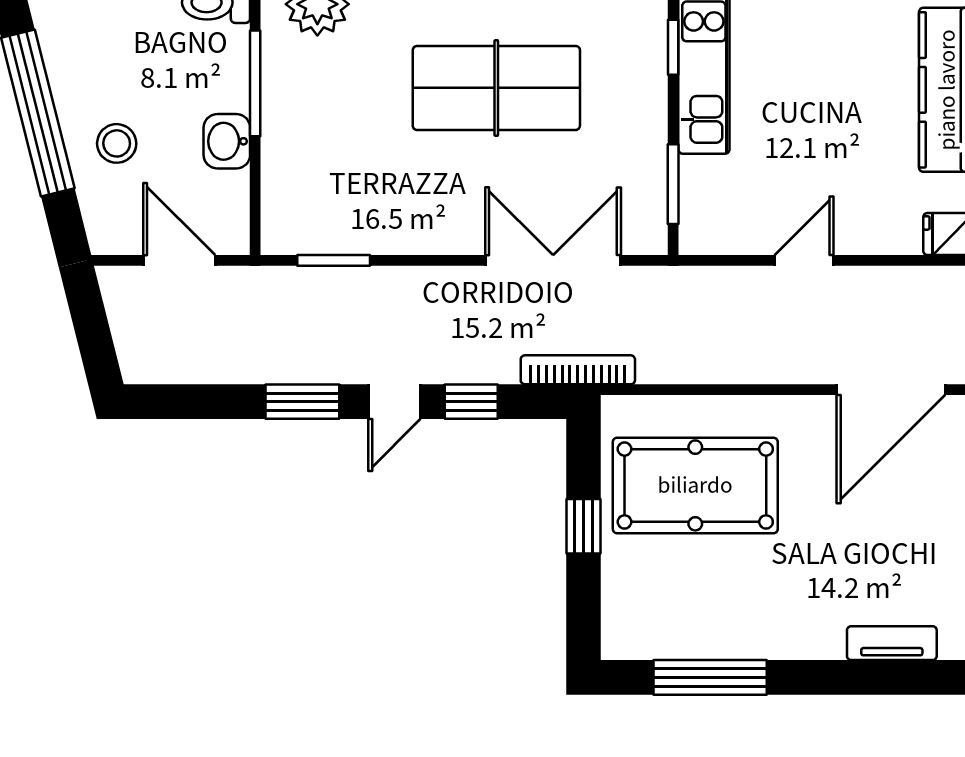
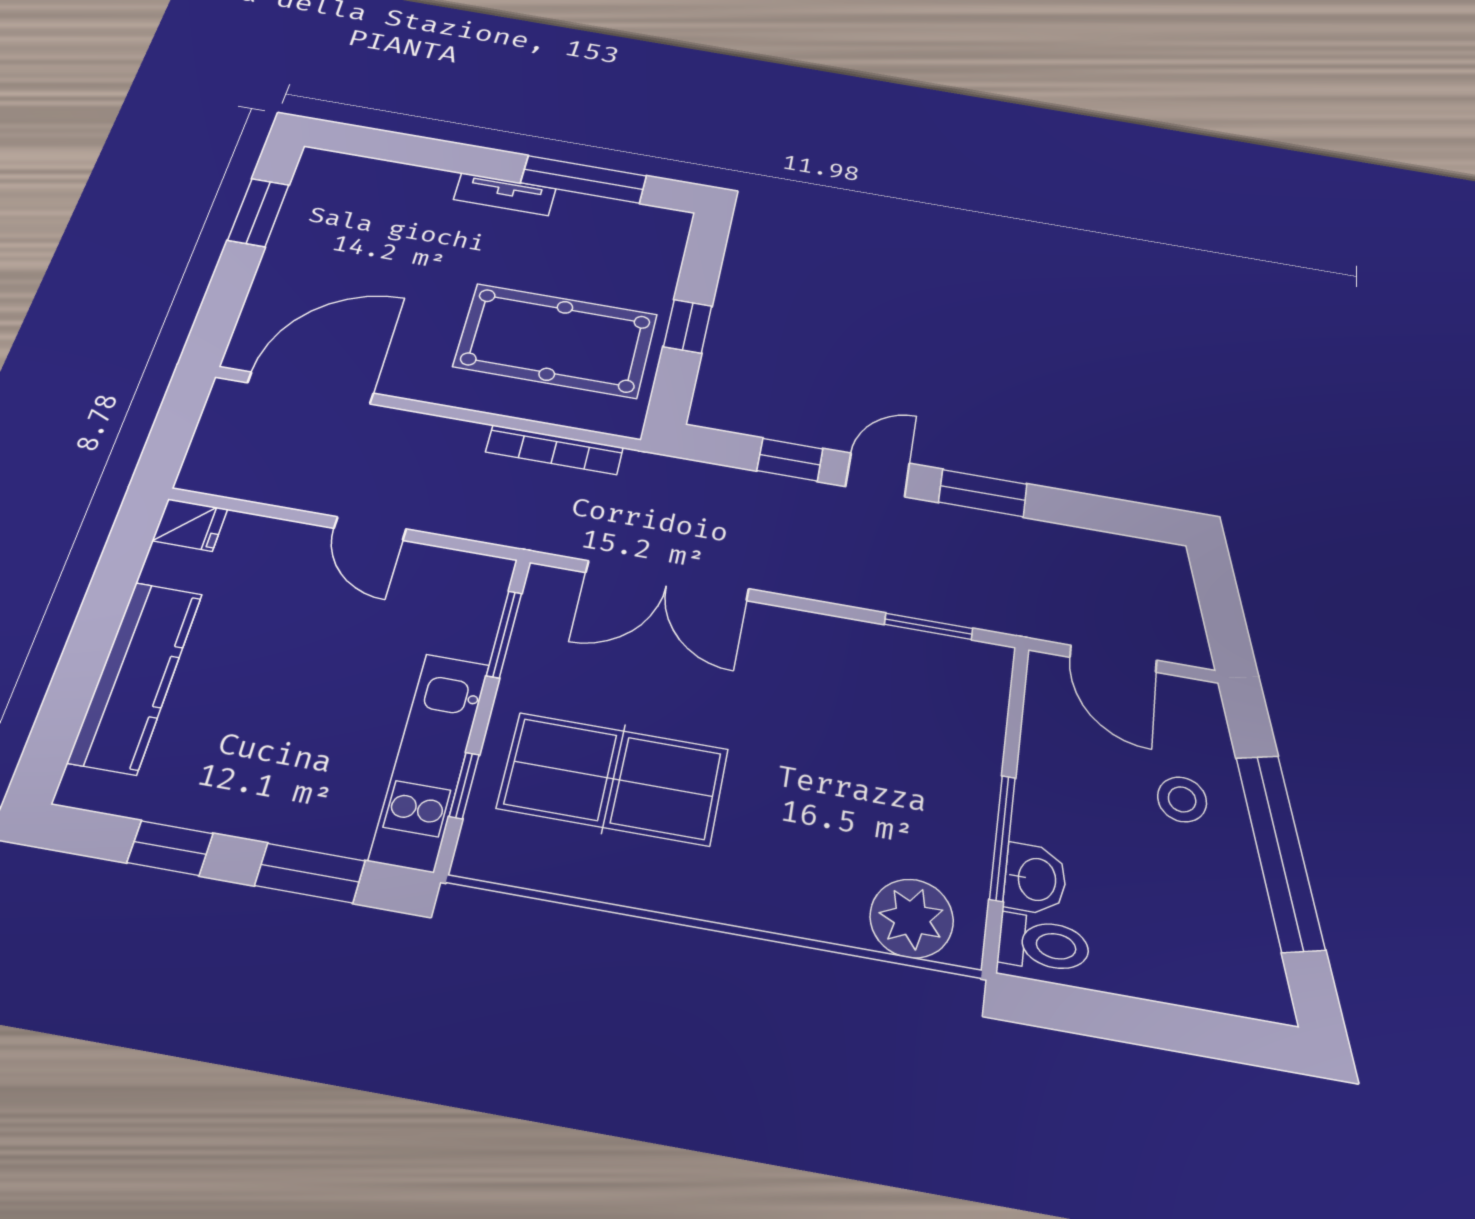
table tennis table: (496, 88) -> (613, 779), moved
washbasin: (227, 141) -> (1035, 879), moved
door: (804, 260) -> (370, 529), hinge flipped
bookcase: (578, 370) -> (555, 450), moved
tv unit: (892, 643) -> (505, 194), moved

